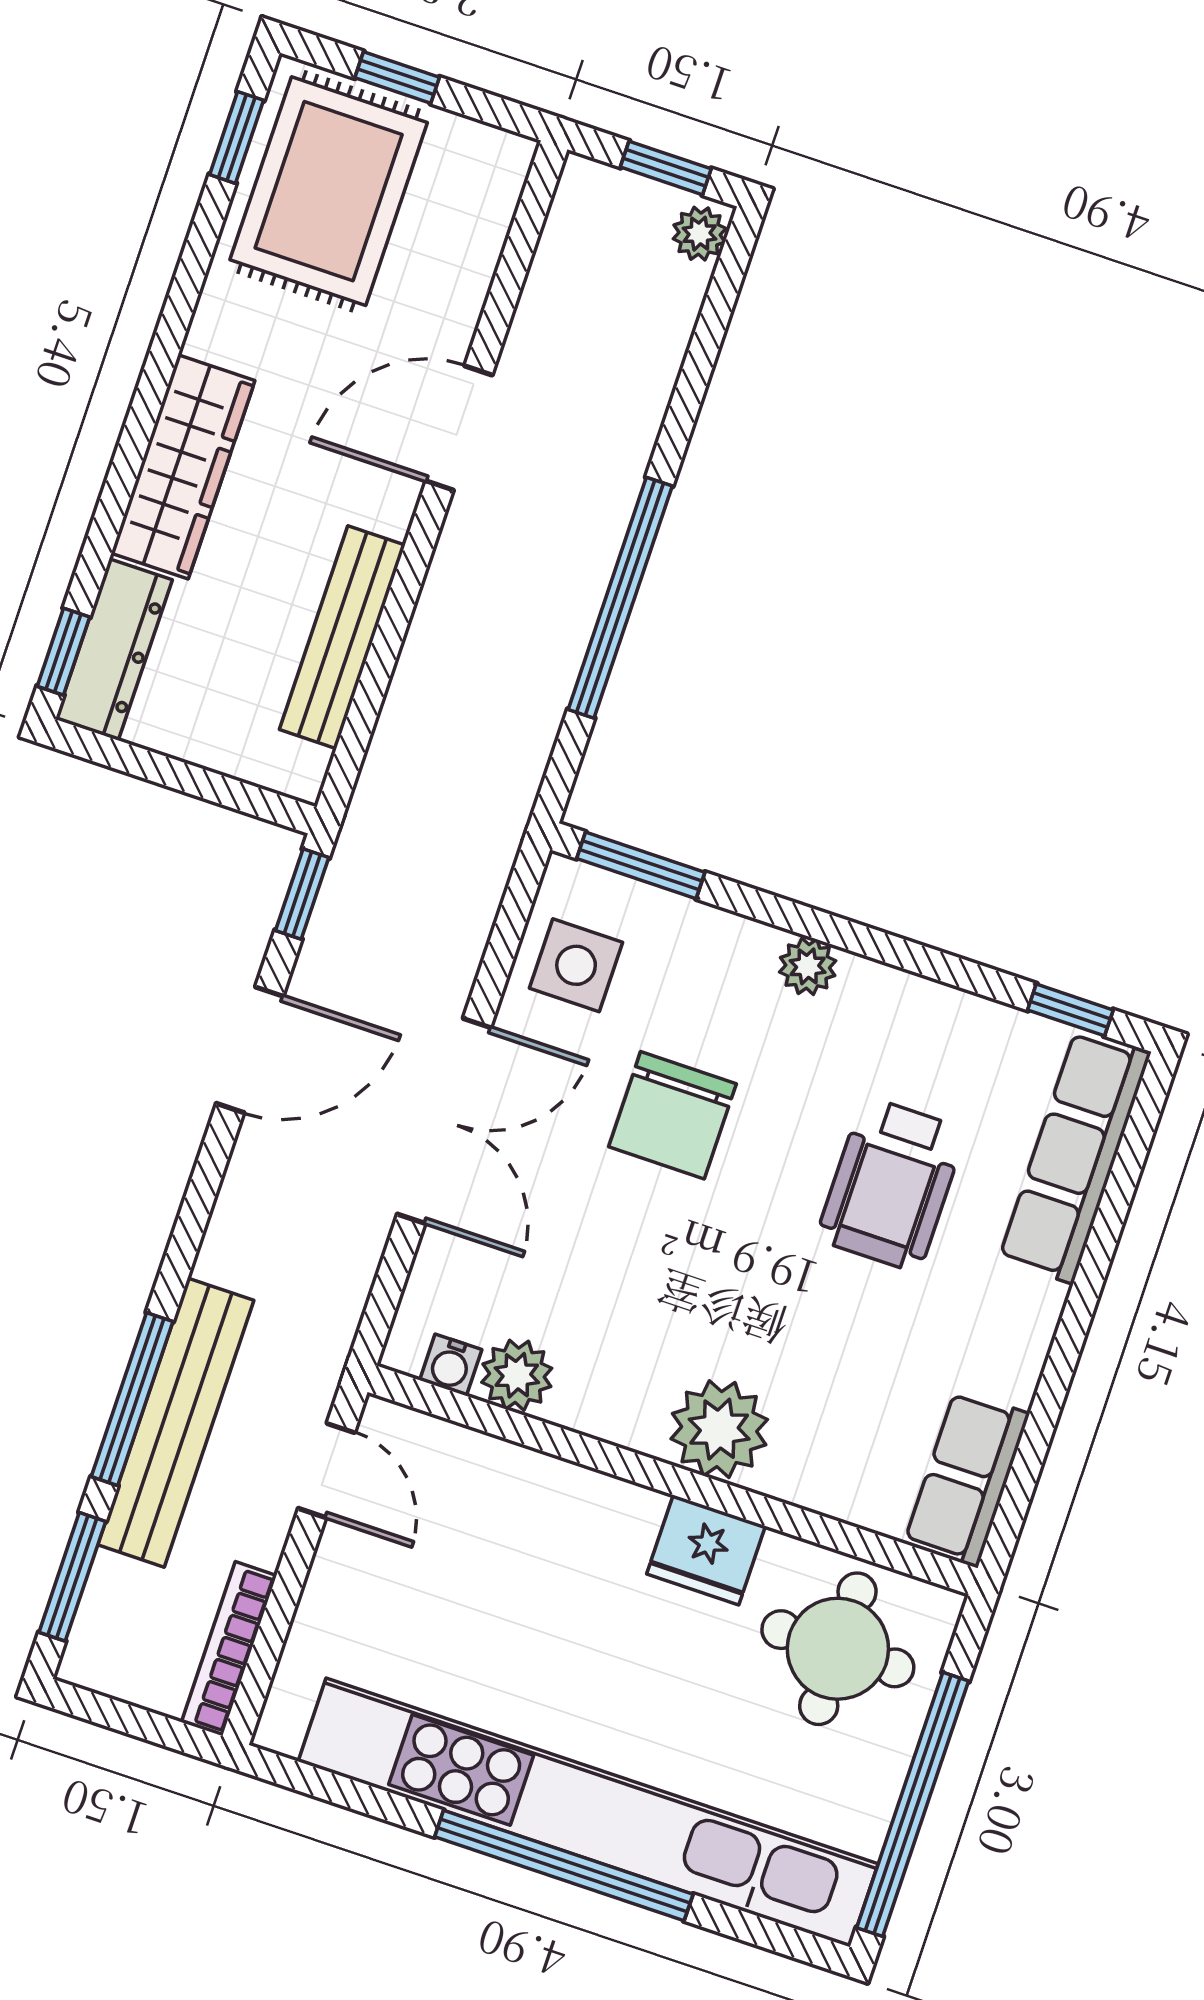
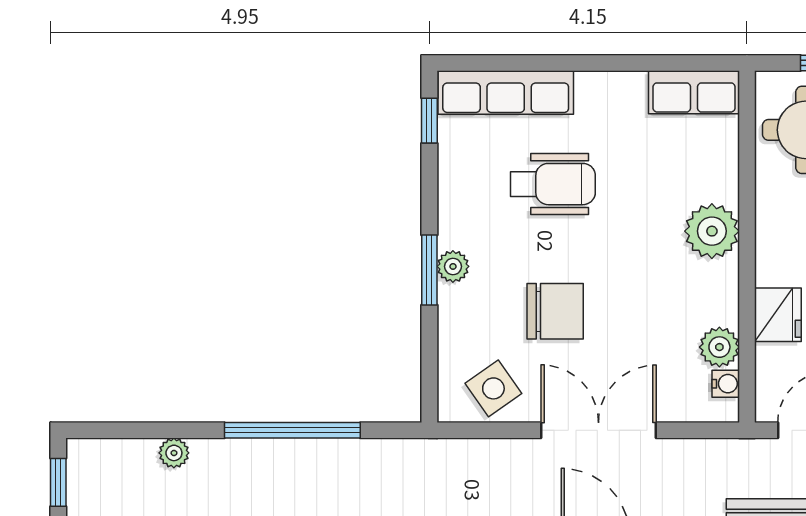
plant: (700, 234) -> (174, 453), moved
window: (641, 865) -> (429, 270), moved
side table: (576, 965) -> (493, 388), turned -35
fridge: (706, 1550) -> (778, 315), moved

